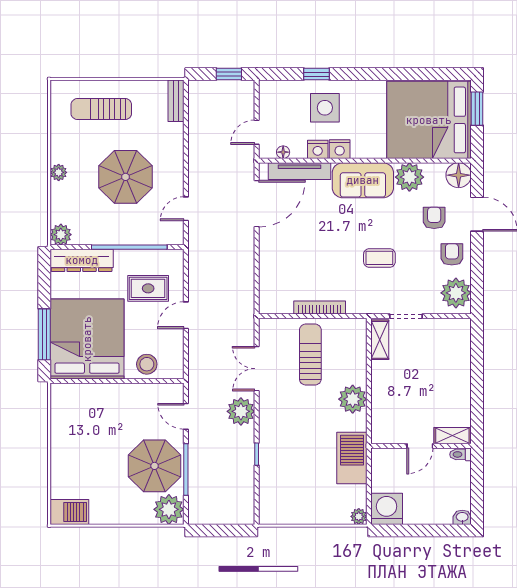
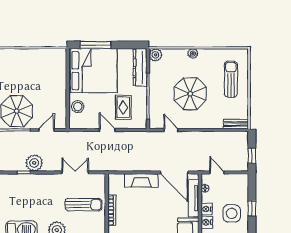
fireplace: (270, 258) -> (141, 180), added
plant: (241, 411) -> (34, 163), moved

